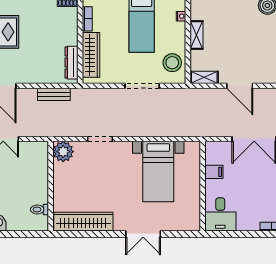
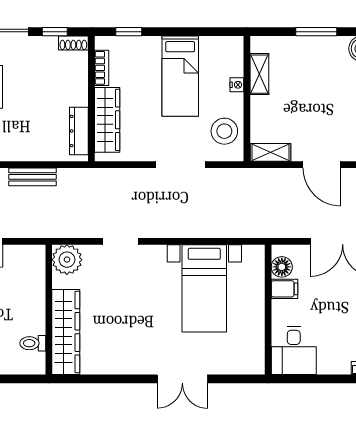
nightstand: (181, 16) -> (237, 85), moved
shelving: (196, 35) -> (259, 74), moved
bench: (54, 94) -> (32, 177), moved
floor lamp: (212, 157) -> (282, 267), added
wardrobe: (83, 222) -> (66, 332), moved, turned 90

